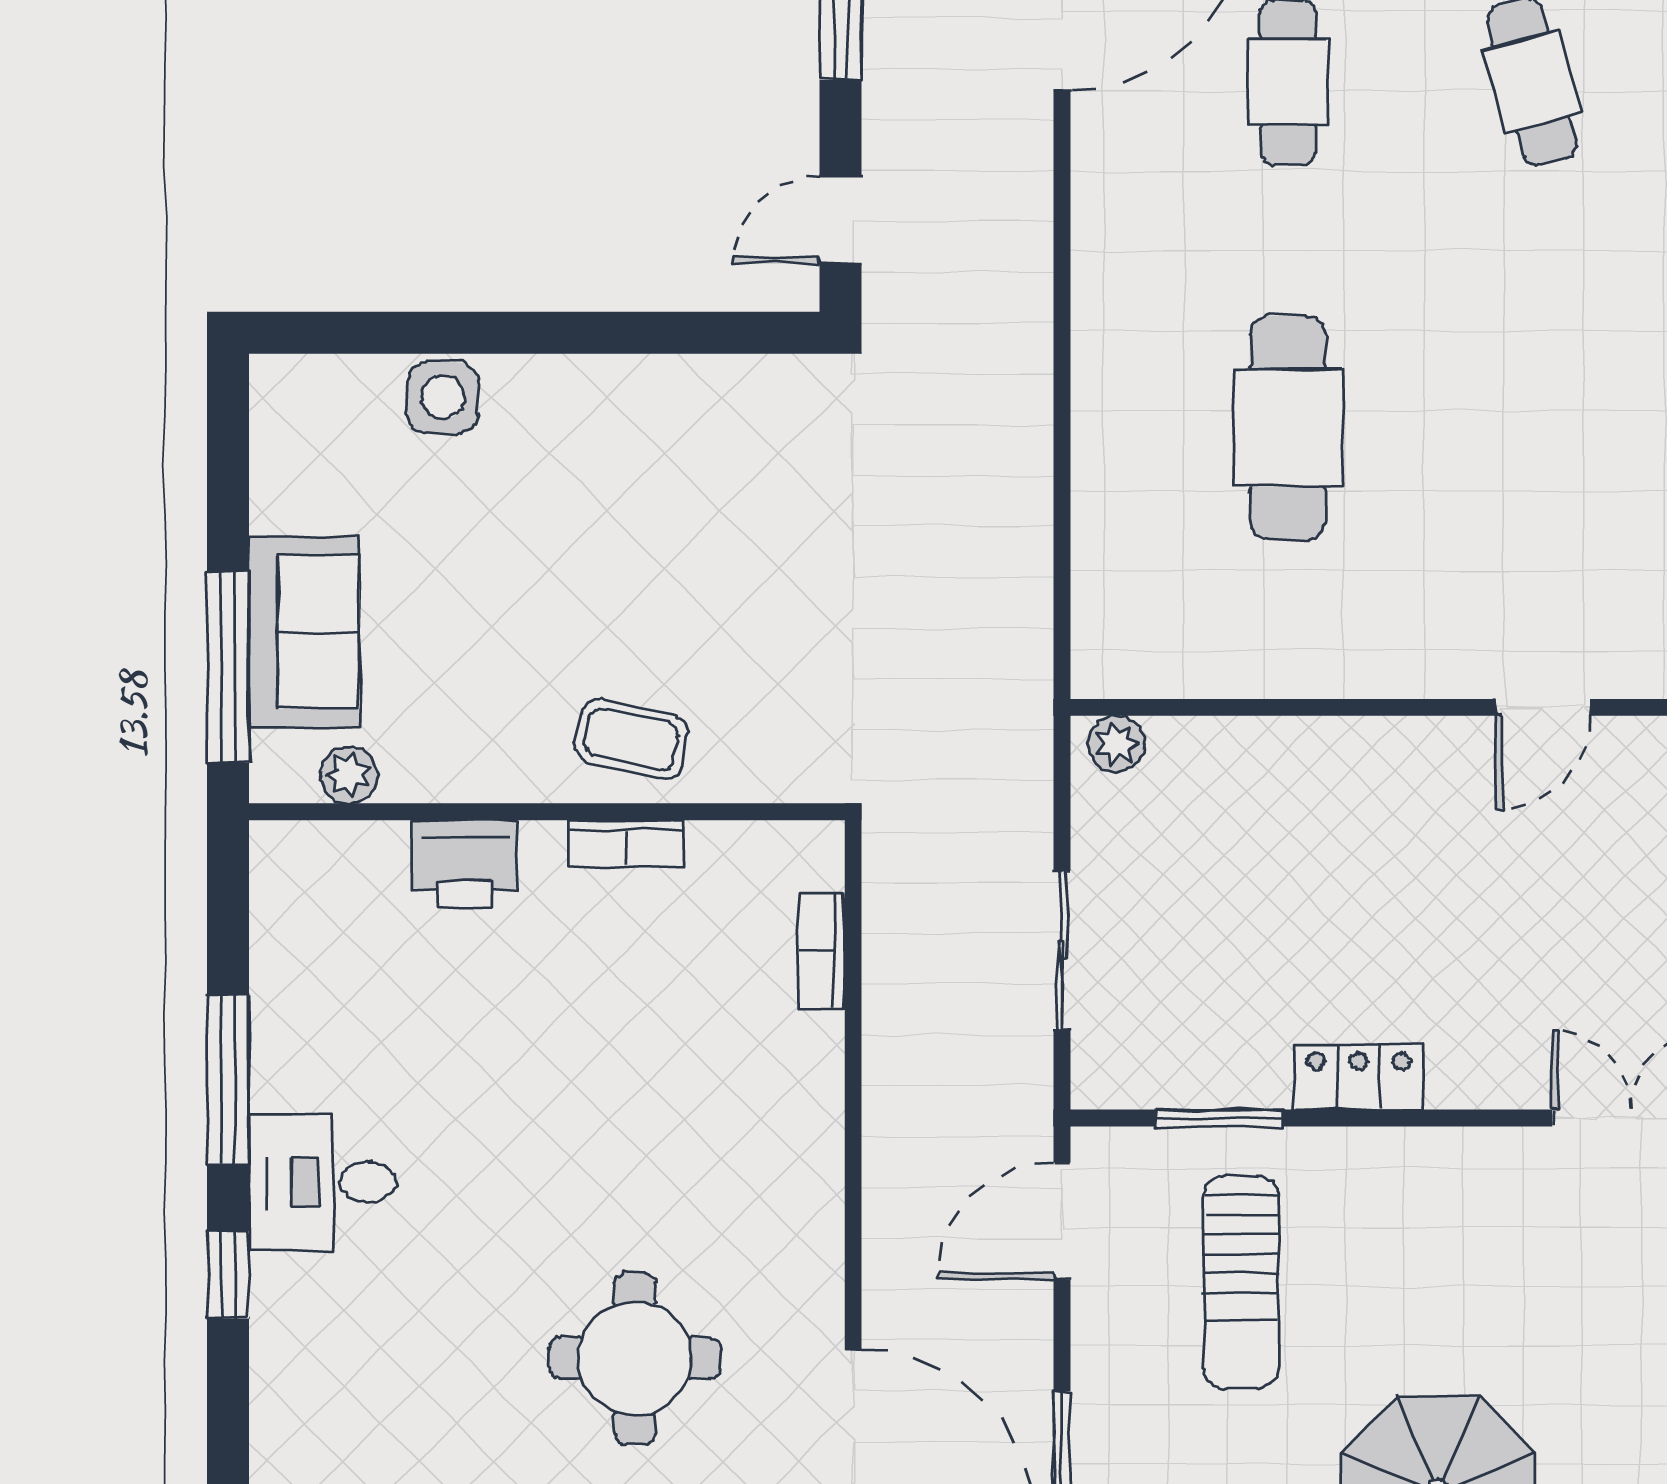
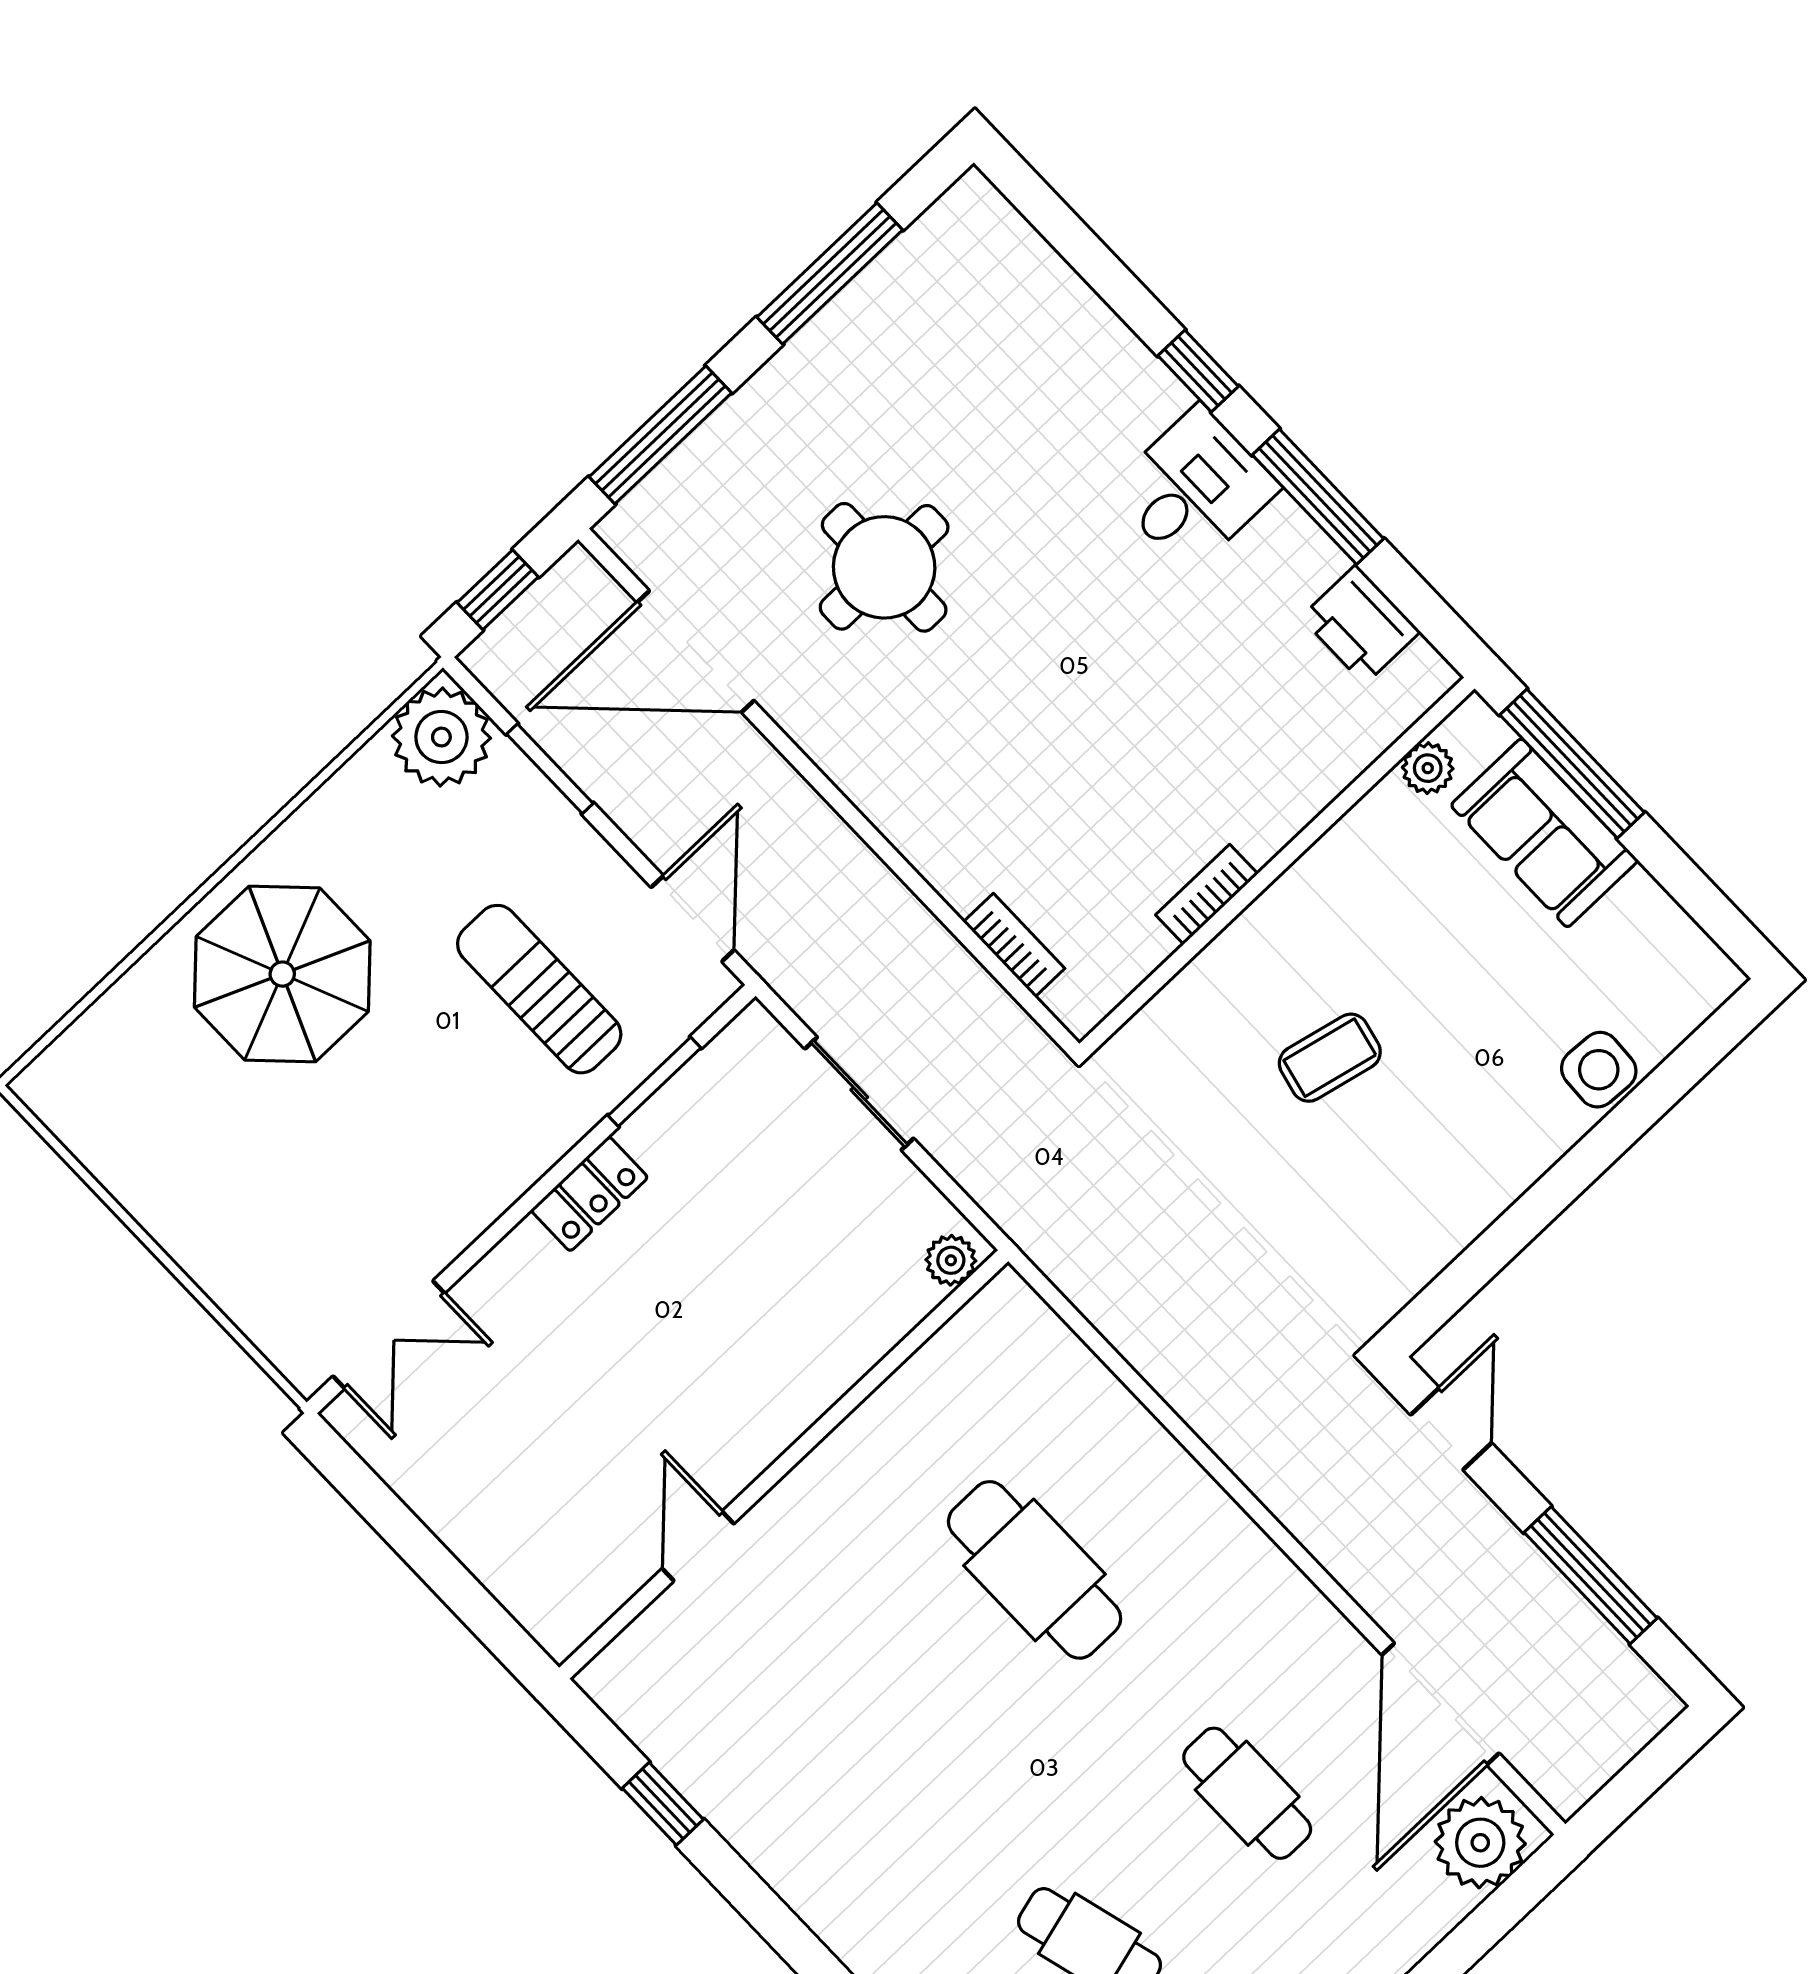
coffee table: (631, 739) -> (1330, 1058), moved
printer: (465, 864) -> (1360, 625), moved, turned -90

